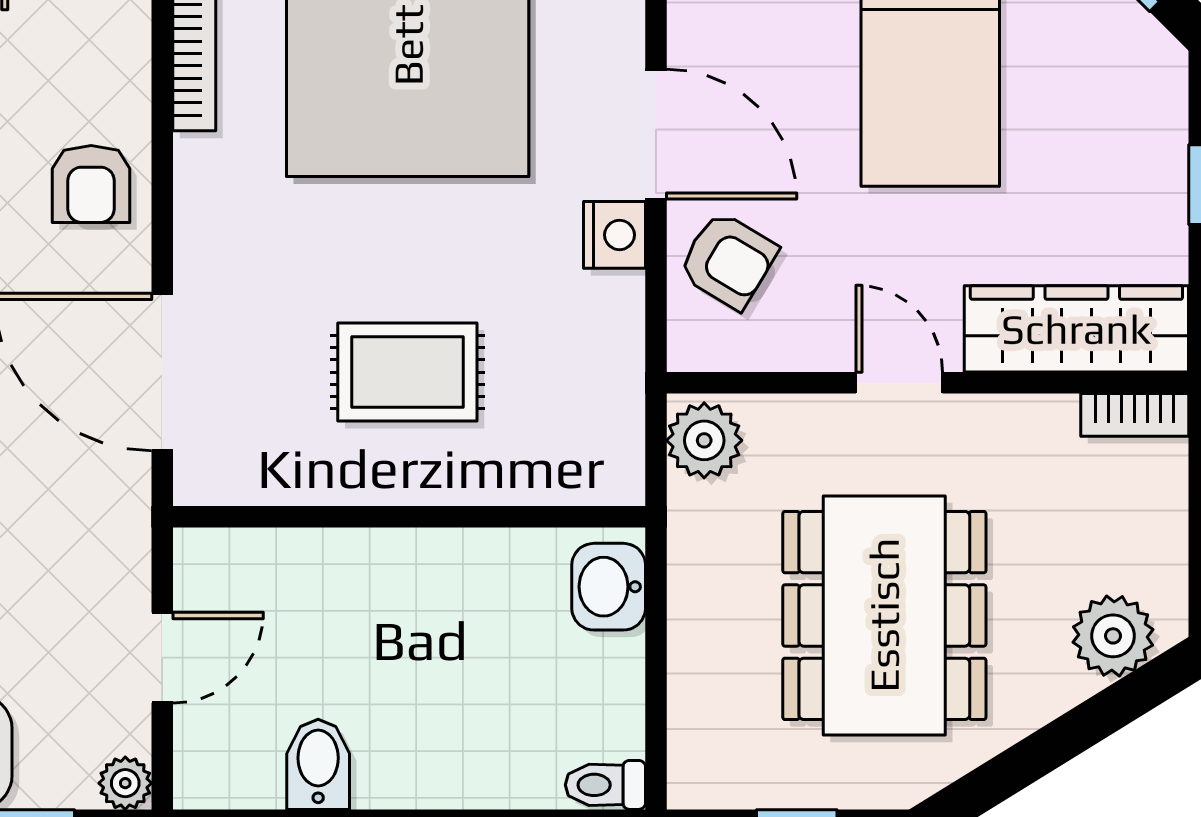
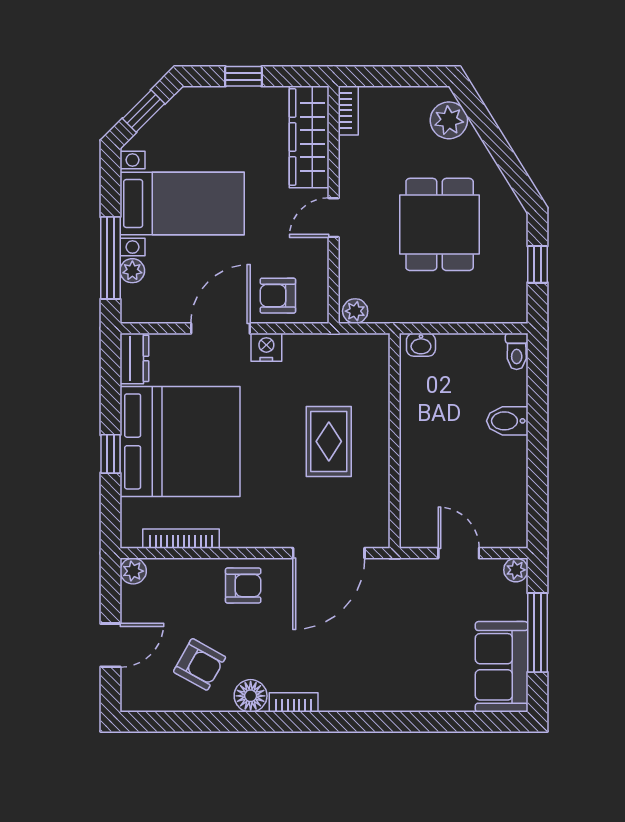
armchair: (728, 260) -> (278, 296), turned -121
plant: (704, 440) -> (355, 311), width x0.73, depth x0.73
washbasin: (609, 587) -> (421, 345), width x0.72, depth x0.69
dining table: (884, 615) -> (440, 224), width x0.73
bidet: (318, 764) -> (507, 421), moved

